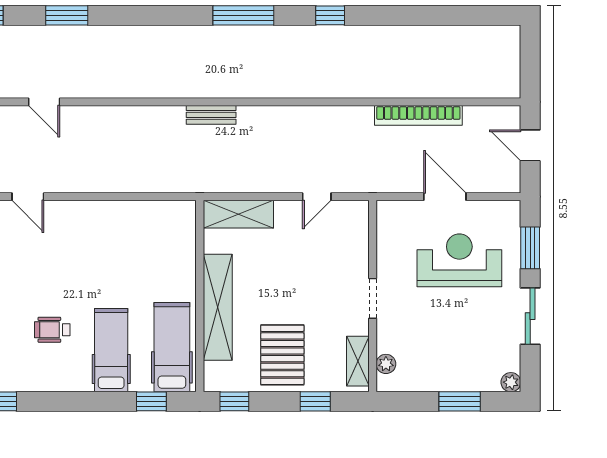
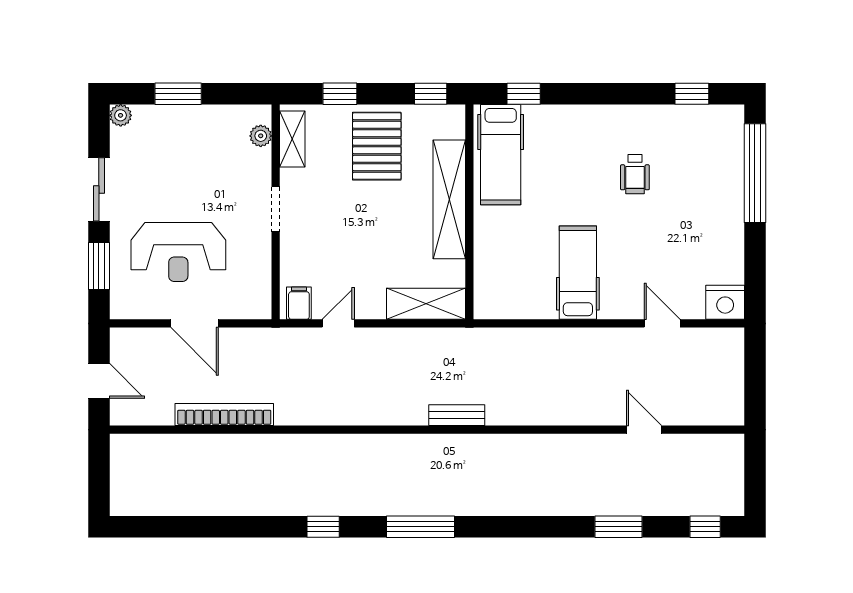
filing cabinet: (352, 215) -> (299, 303), added
wheelchair: (52, 330) -> (635, 174), turned 90
hospital bed: (111, 350) -> (578, 273), moved, turned 180

